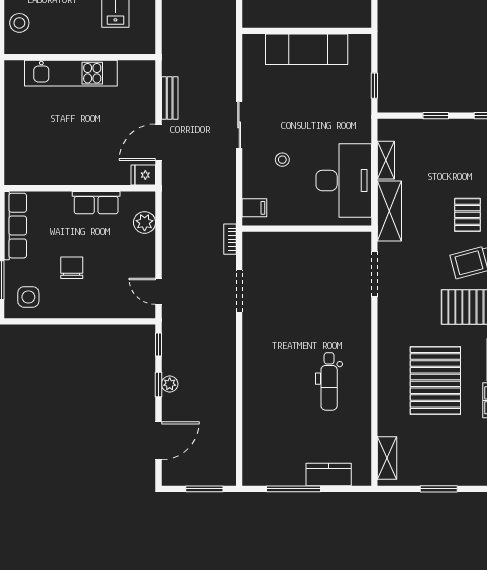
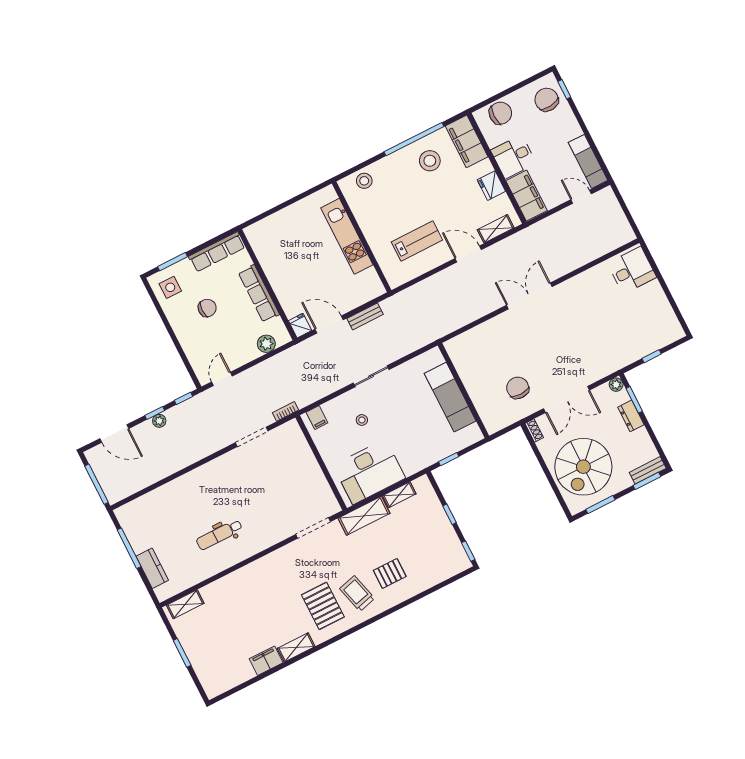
row of seats: (96, 203) -> (259, 294), width x1.48
pallet: (435, 380) -> (259, 611), removed
window: (204, 489) -> (97, 484), width x1.44

